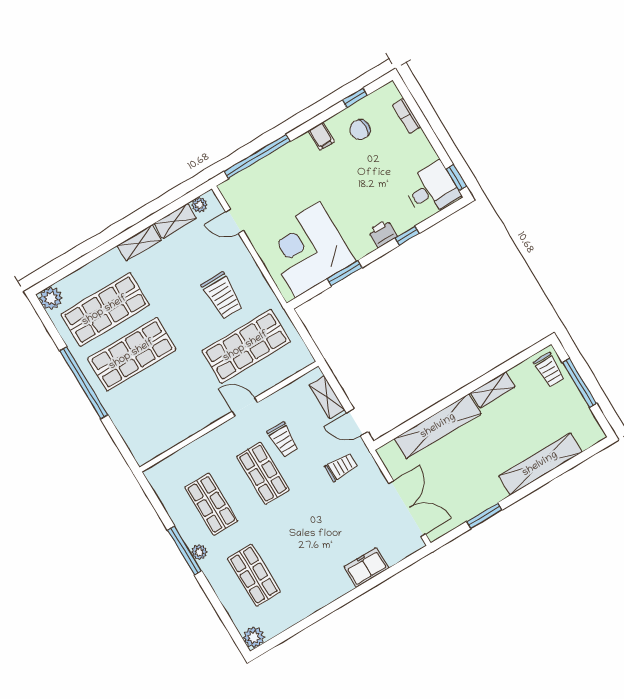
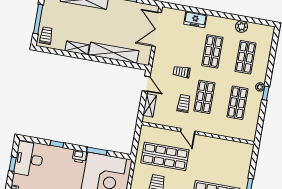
window: (456, 178) -> (13, 164), moved
desk: (431, 189) -> (29, 159), width x1.37
printer: (383, 233) -> (79, 156), moved
trolley: (341, 467) -> (182, 72), moved
shop shelf: (306, 544) -> (212, 51), added
window: (184, 550) -> (266, 93), width x0.46
plant: (254, 637) -> (242, 27), moved

